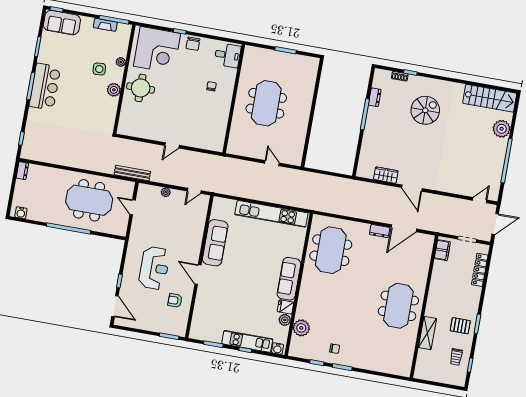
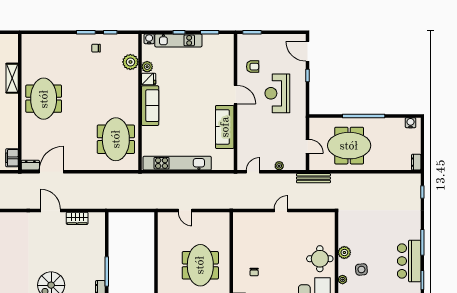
bar counter: (45, 87) -> (409, 261), moved
dresser: (380, 231) -> (30, 165), moved

